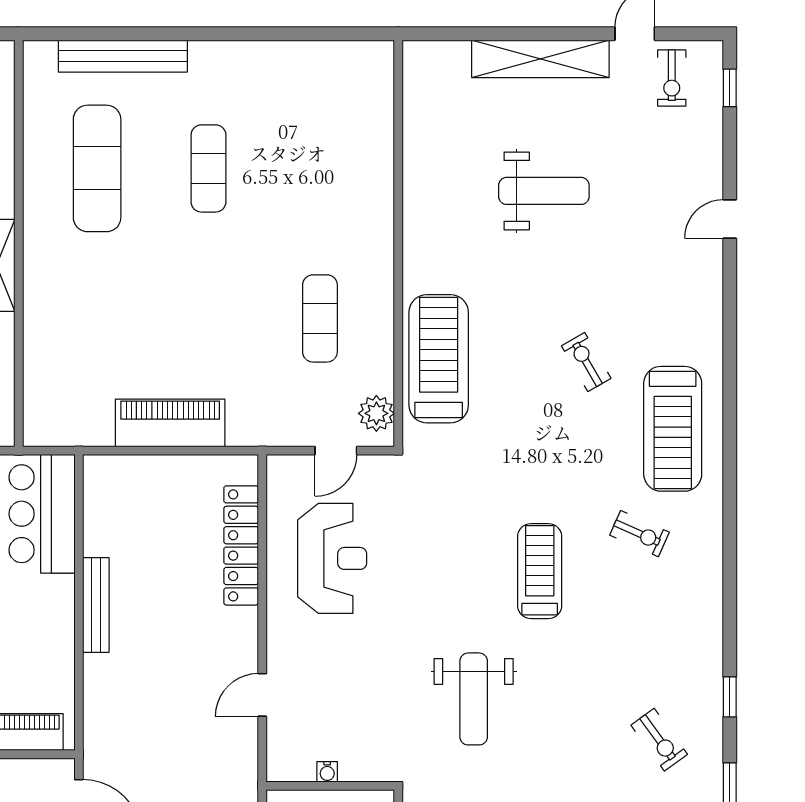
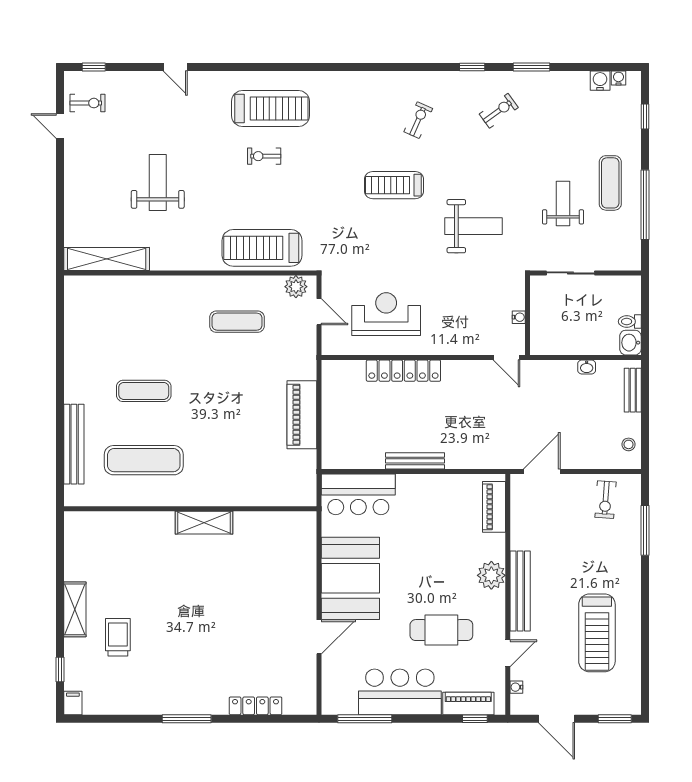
shelving: (540, 59) -> (107, 259), moved, turned 90
exercise bike: (586, 362) -> (264, 156), turned 30
treadmill: (673, 429) -> (271, 109), moved
exercise bike: (639, 534) -> (418, 120), moved
locker: (241, 545) -> (403, 371), moved
door: (262, 695) -> (507, 358), moved

